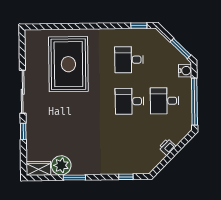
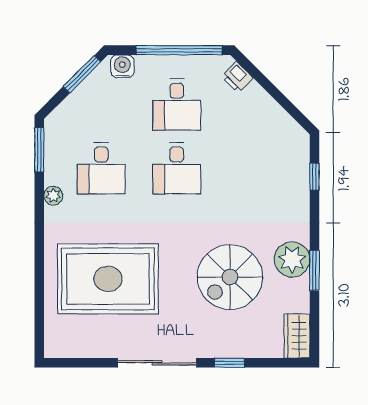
window: (139, 26) -> (39, 150), width x1.50
plant: (114, 34) -> (53, 196), added
spiral stairs: (70, 131) -> (230, 277), added
printer: (167, 147) -> (237, 77), moved
plant: (61, 165) -> (292, 259), moved

